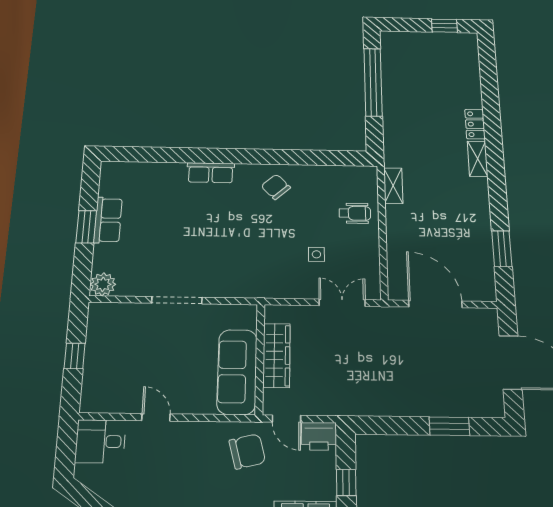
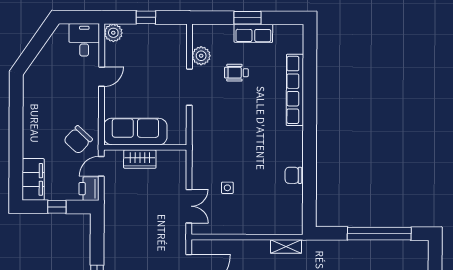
row of seats: (211, 173) -> (295, 90), width x2.02
chair: (276, 187) -> (293, 175), moved, turned -137
wheelchair: (355, 213) -> (236, 73), moved, turned 90
plant: (103, 284) -> (201, 56), moved
wardrobe: (276, 355) -> (140, 159), width x0.67
plant: (93, 401) -> (113, 33), added
chair: (247, 451) -> (78, 140), turned 57

